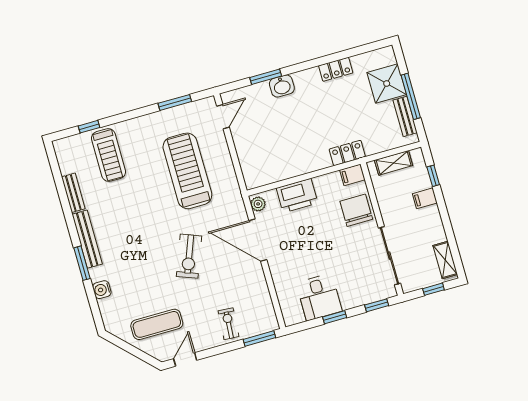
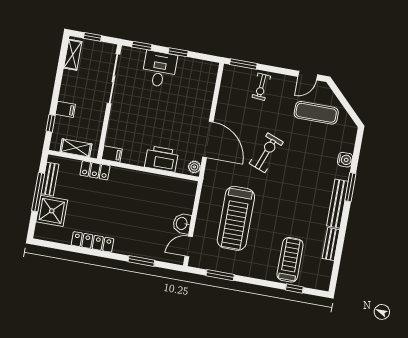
locker: (336, 69) -> (93, 242), width x1.53
washbasin: (282, 86) -> (182, 223), moved, turned -90
locker: (347, 153) -> (95, 170), moved
chair: (356, 210) -> (122, 126), removed
desk: (319, 297) -> (159, 69), moved

